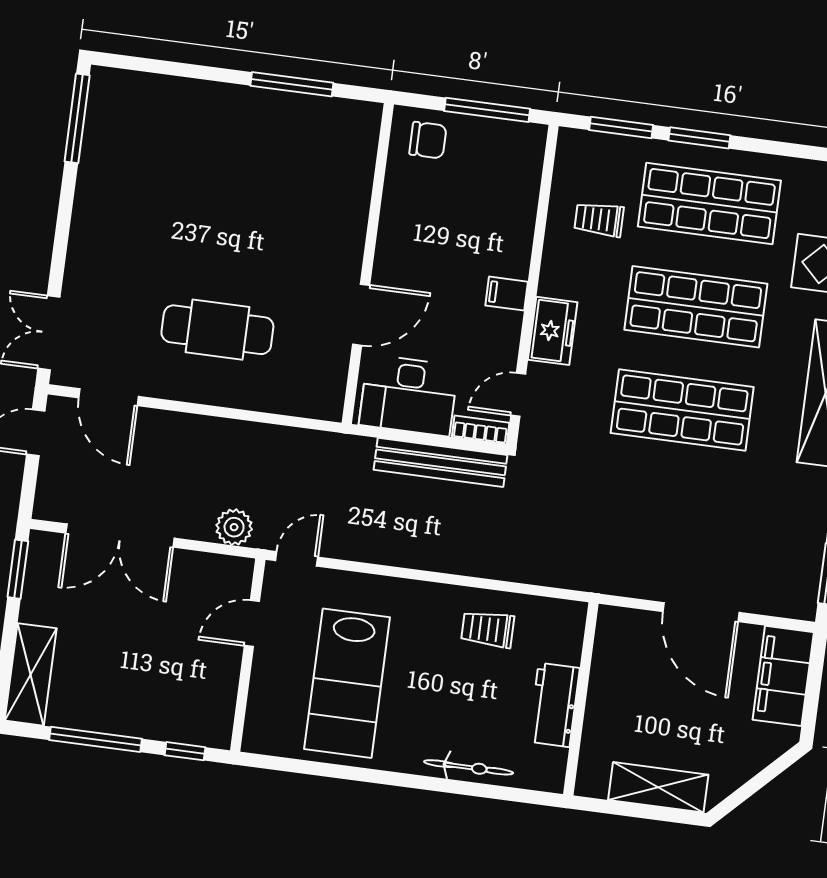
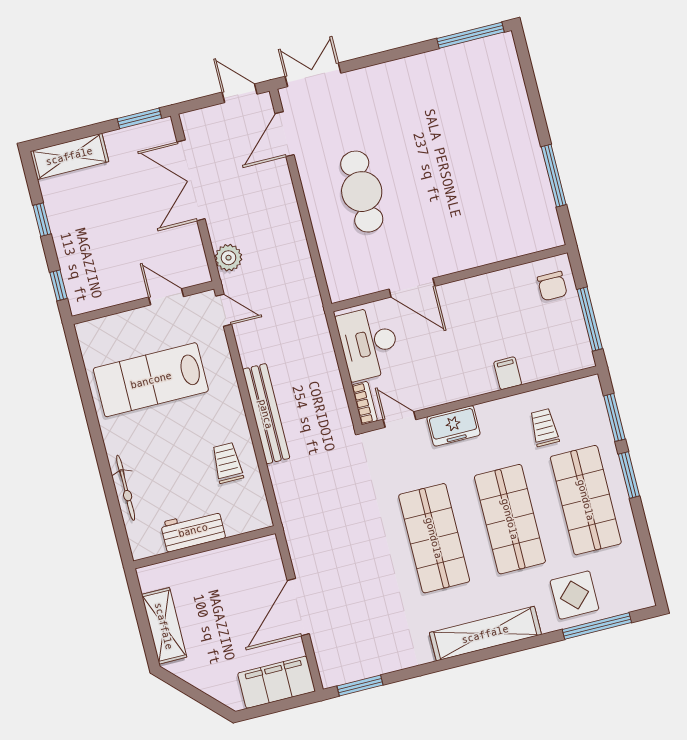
filing cabinet: (507, 294) -> (508, 373), moved
bench: (440, 462) -> (266, 414), moved
window: (96, 739) -> (42, 220), width x0.46

